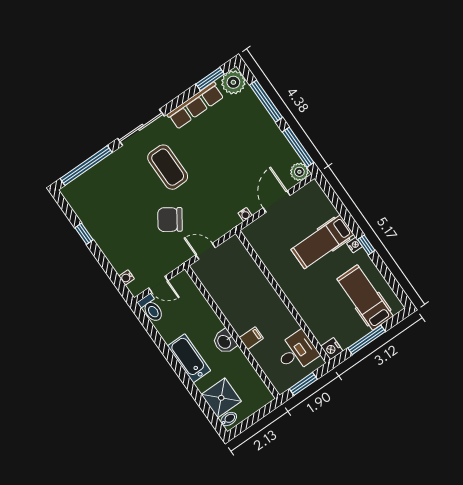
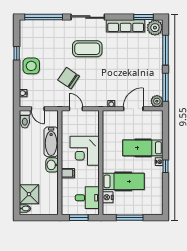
coffee table: (168, 167) -> (87, 49), turned 90
side table: (113, 237) -> (31, 66), added
corner desk: (253, 296) -> (85, 151), added
hospital bed: (365, 297) -> (123, 181), moved, turned 90
nightstand: (332, 349) -> (108, 197), moved
bathtub: (189, 358) -> (51, 142), moved, turned 180

